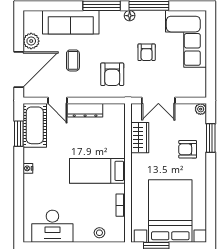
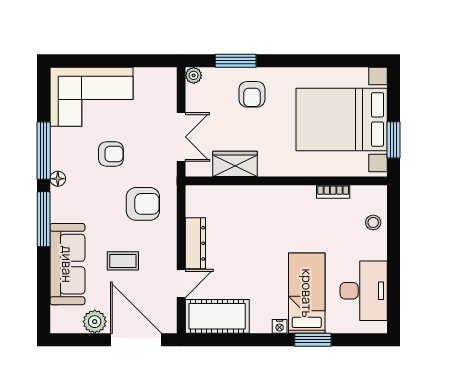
window: (19, 134) -> (313, 340), moved
bed: (97, 171) -> (307, 293), moved, turned 180

